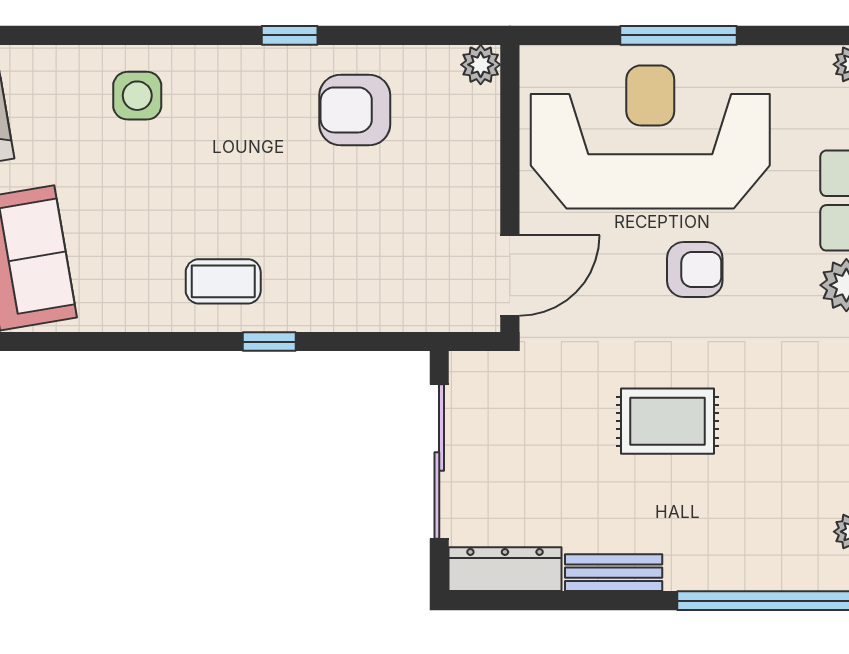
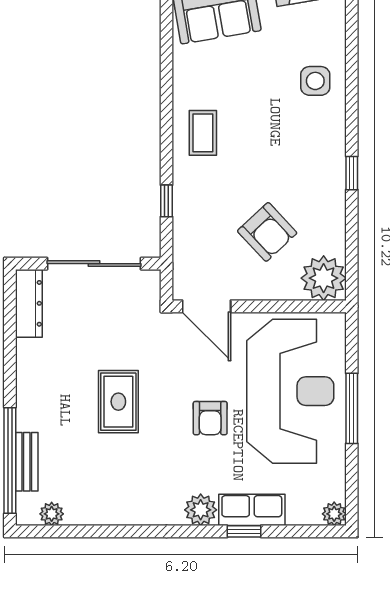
plant: (481, 65) -> (324, 278), width x1.87, depth x1.87
armchair: (355, 110) -> (267, 232), moved, turned 137
window: (269, 342) -> (167, 201), moved
bench: (614, 573) -> (27, 462), moved

